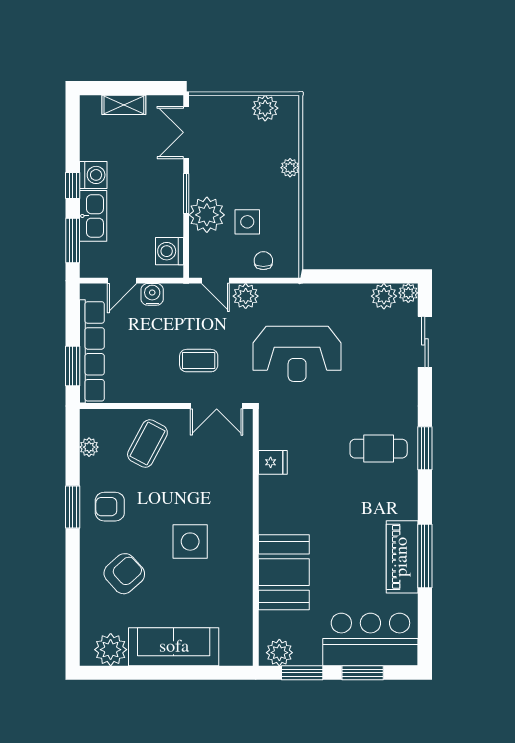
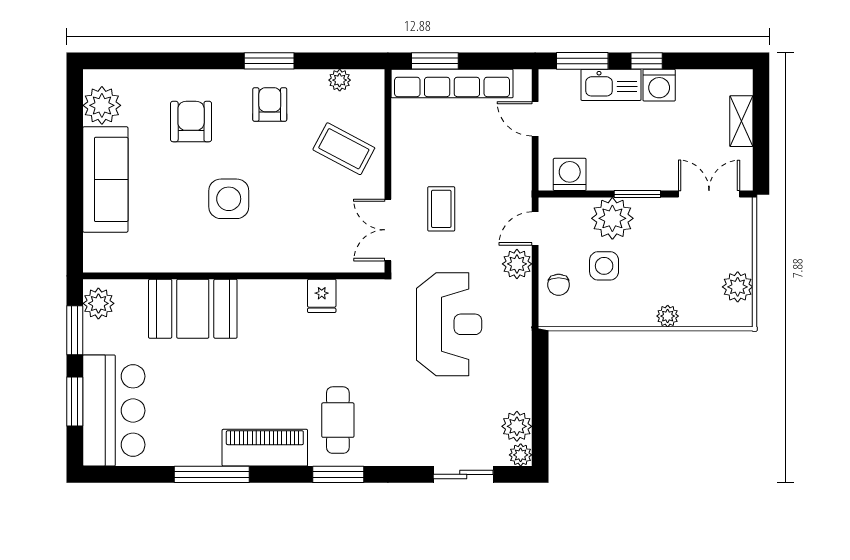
chair: (263, 261) -> (559, 285), turned 90
water cooler: (152, 294) -> (519, 154), removed
reception desk: (297, 354) -> (449, 324), turned 180
piano: (402, 557) -> (265, 448), moved
armchair: (124, 574) -> (191, 122), turned -138

